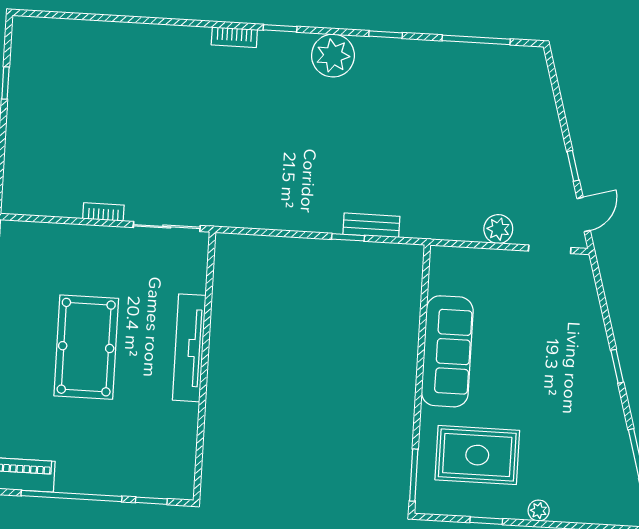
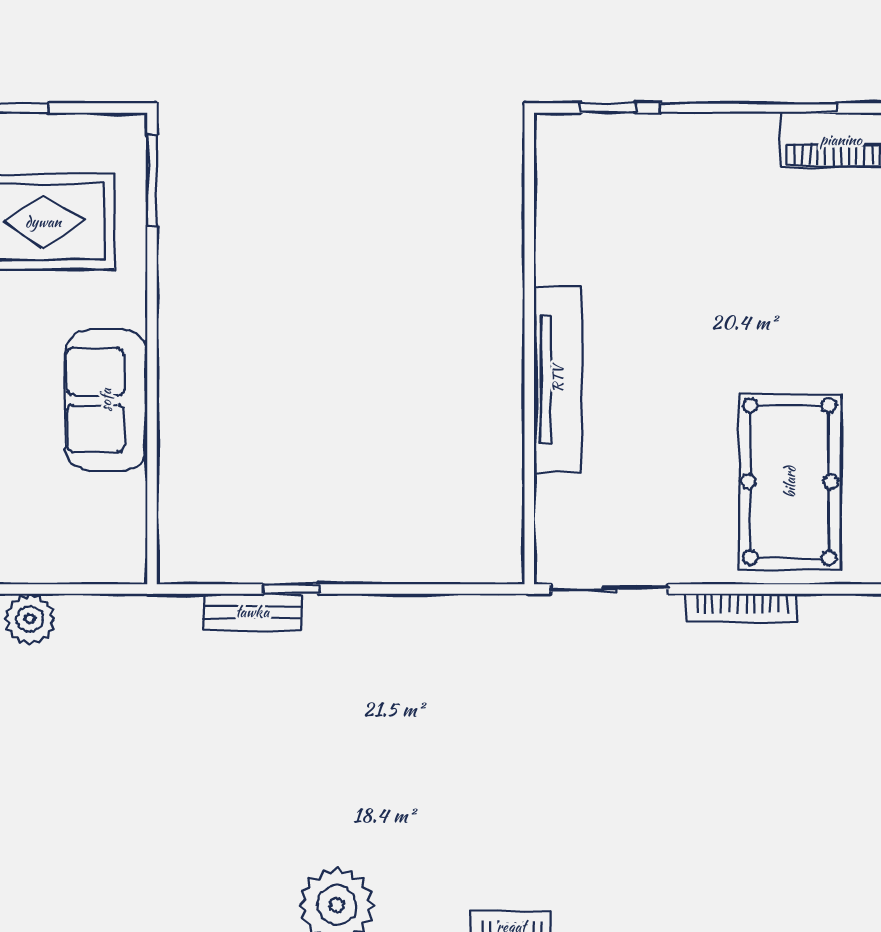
bookcase: (103, 212) -> (742, 608), width x1.56
pool table: (86, 347) -> (790, 482), moved
sofa: (447, 351) -> (106, 400), width x0.73

